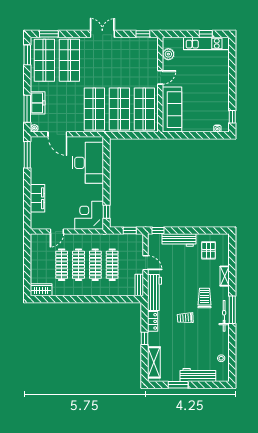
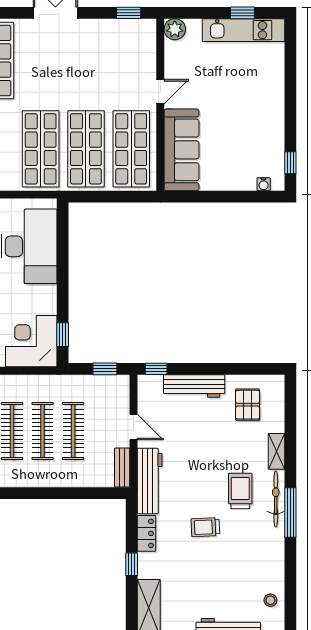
plant: (168, 54) -> (175, 29), moved
bicycle: (224, 316) -> (276, 499), moved

